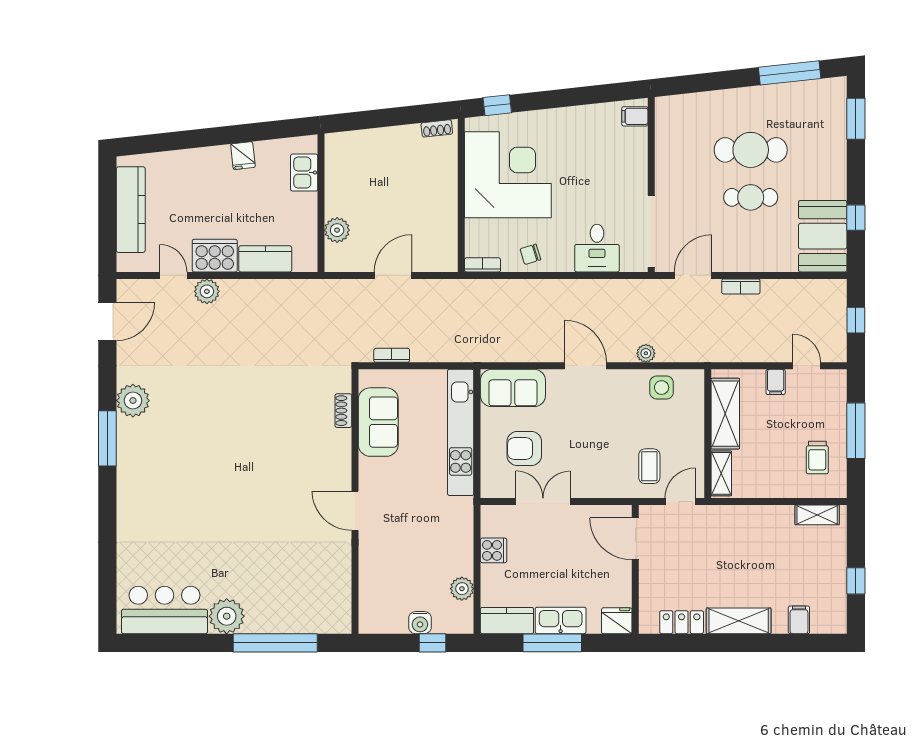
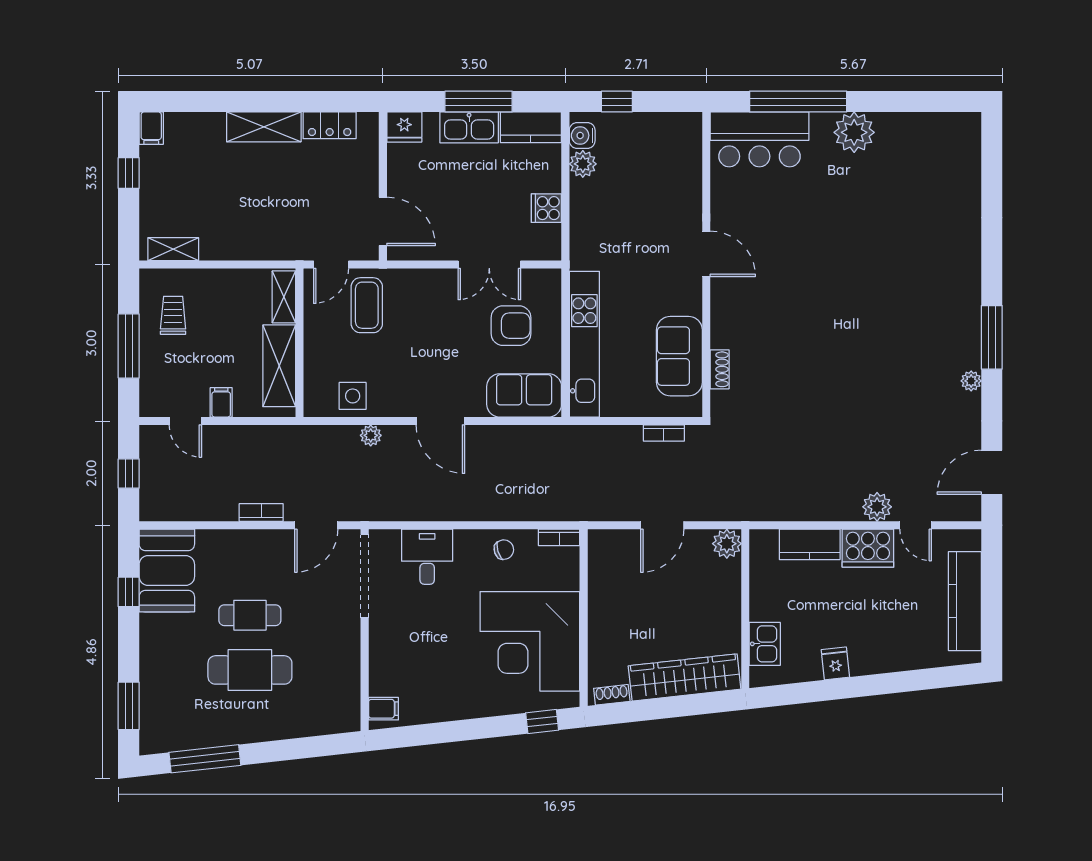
wardrobe: (374, 143) -> (685, 677), added
plant: (337, 230) -> (727, 544), moved
plant: (133, 401) -> (971, 381), width x0.53, depth x0.53
coffee table: (649, 466) -> (367, 305), width x1.36, depth x1.30
bar counter: (164, 610) -> (759, 139), moved
filing cabinet: (799, 620) -> (151, 128), moved
water cooler: (420, 623) -> (582, 135), moved, turned -90

